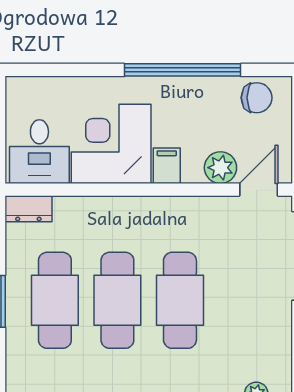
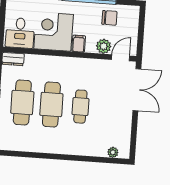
chair: (257, 98) -> (109, 18), moved
cafe table: (180, 300) -> (80, 107), width x0.73, depth x0.74

